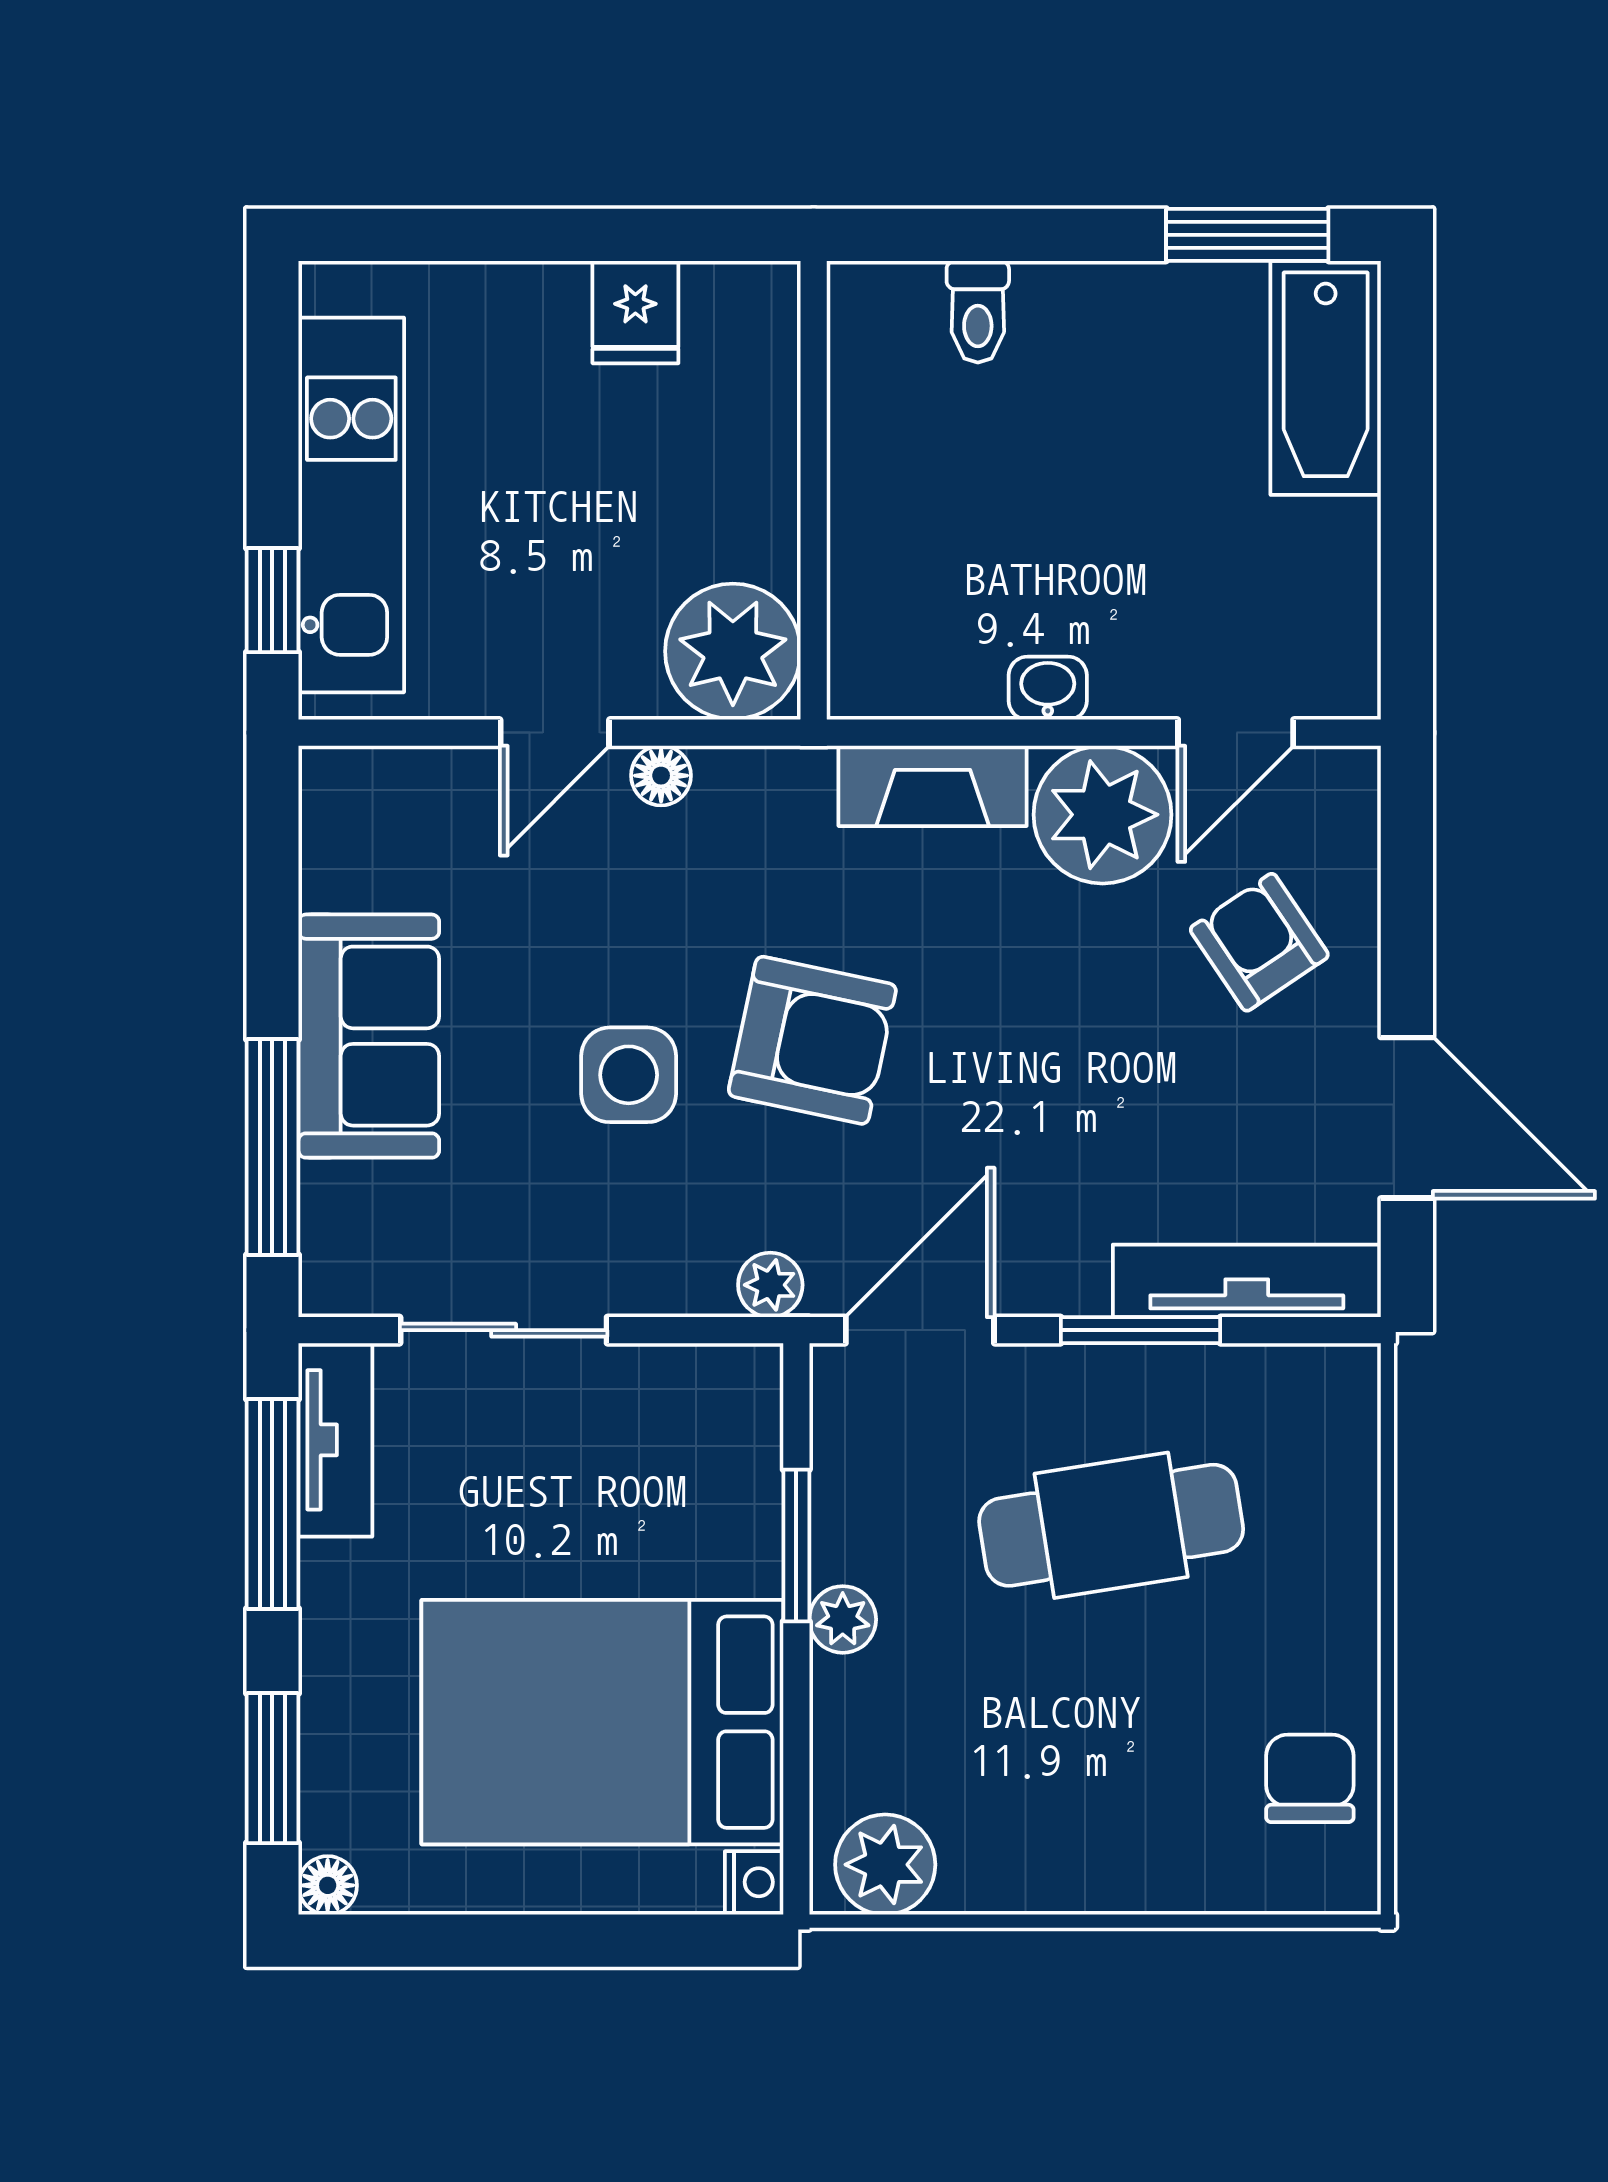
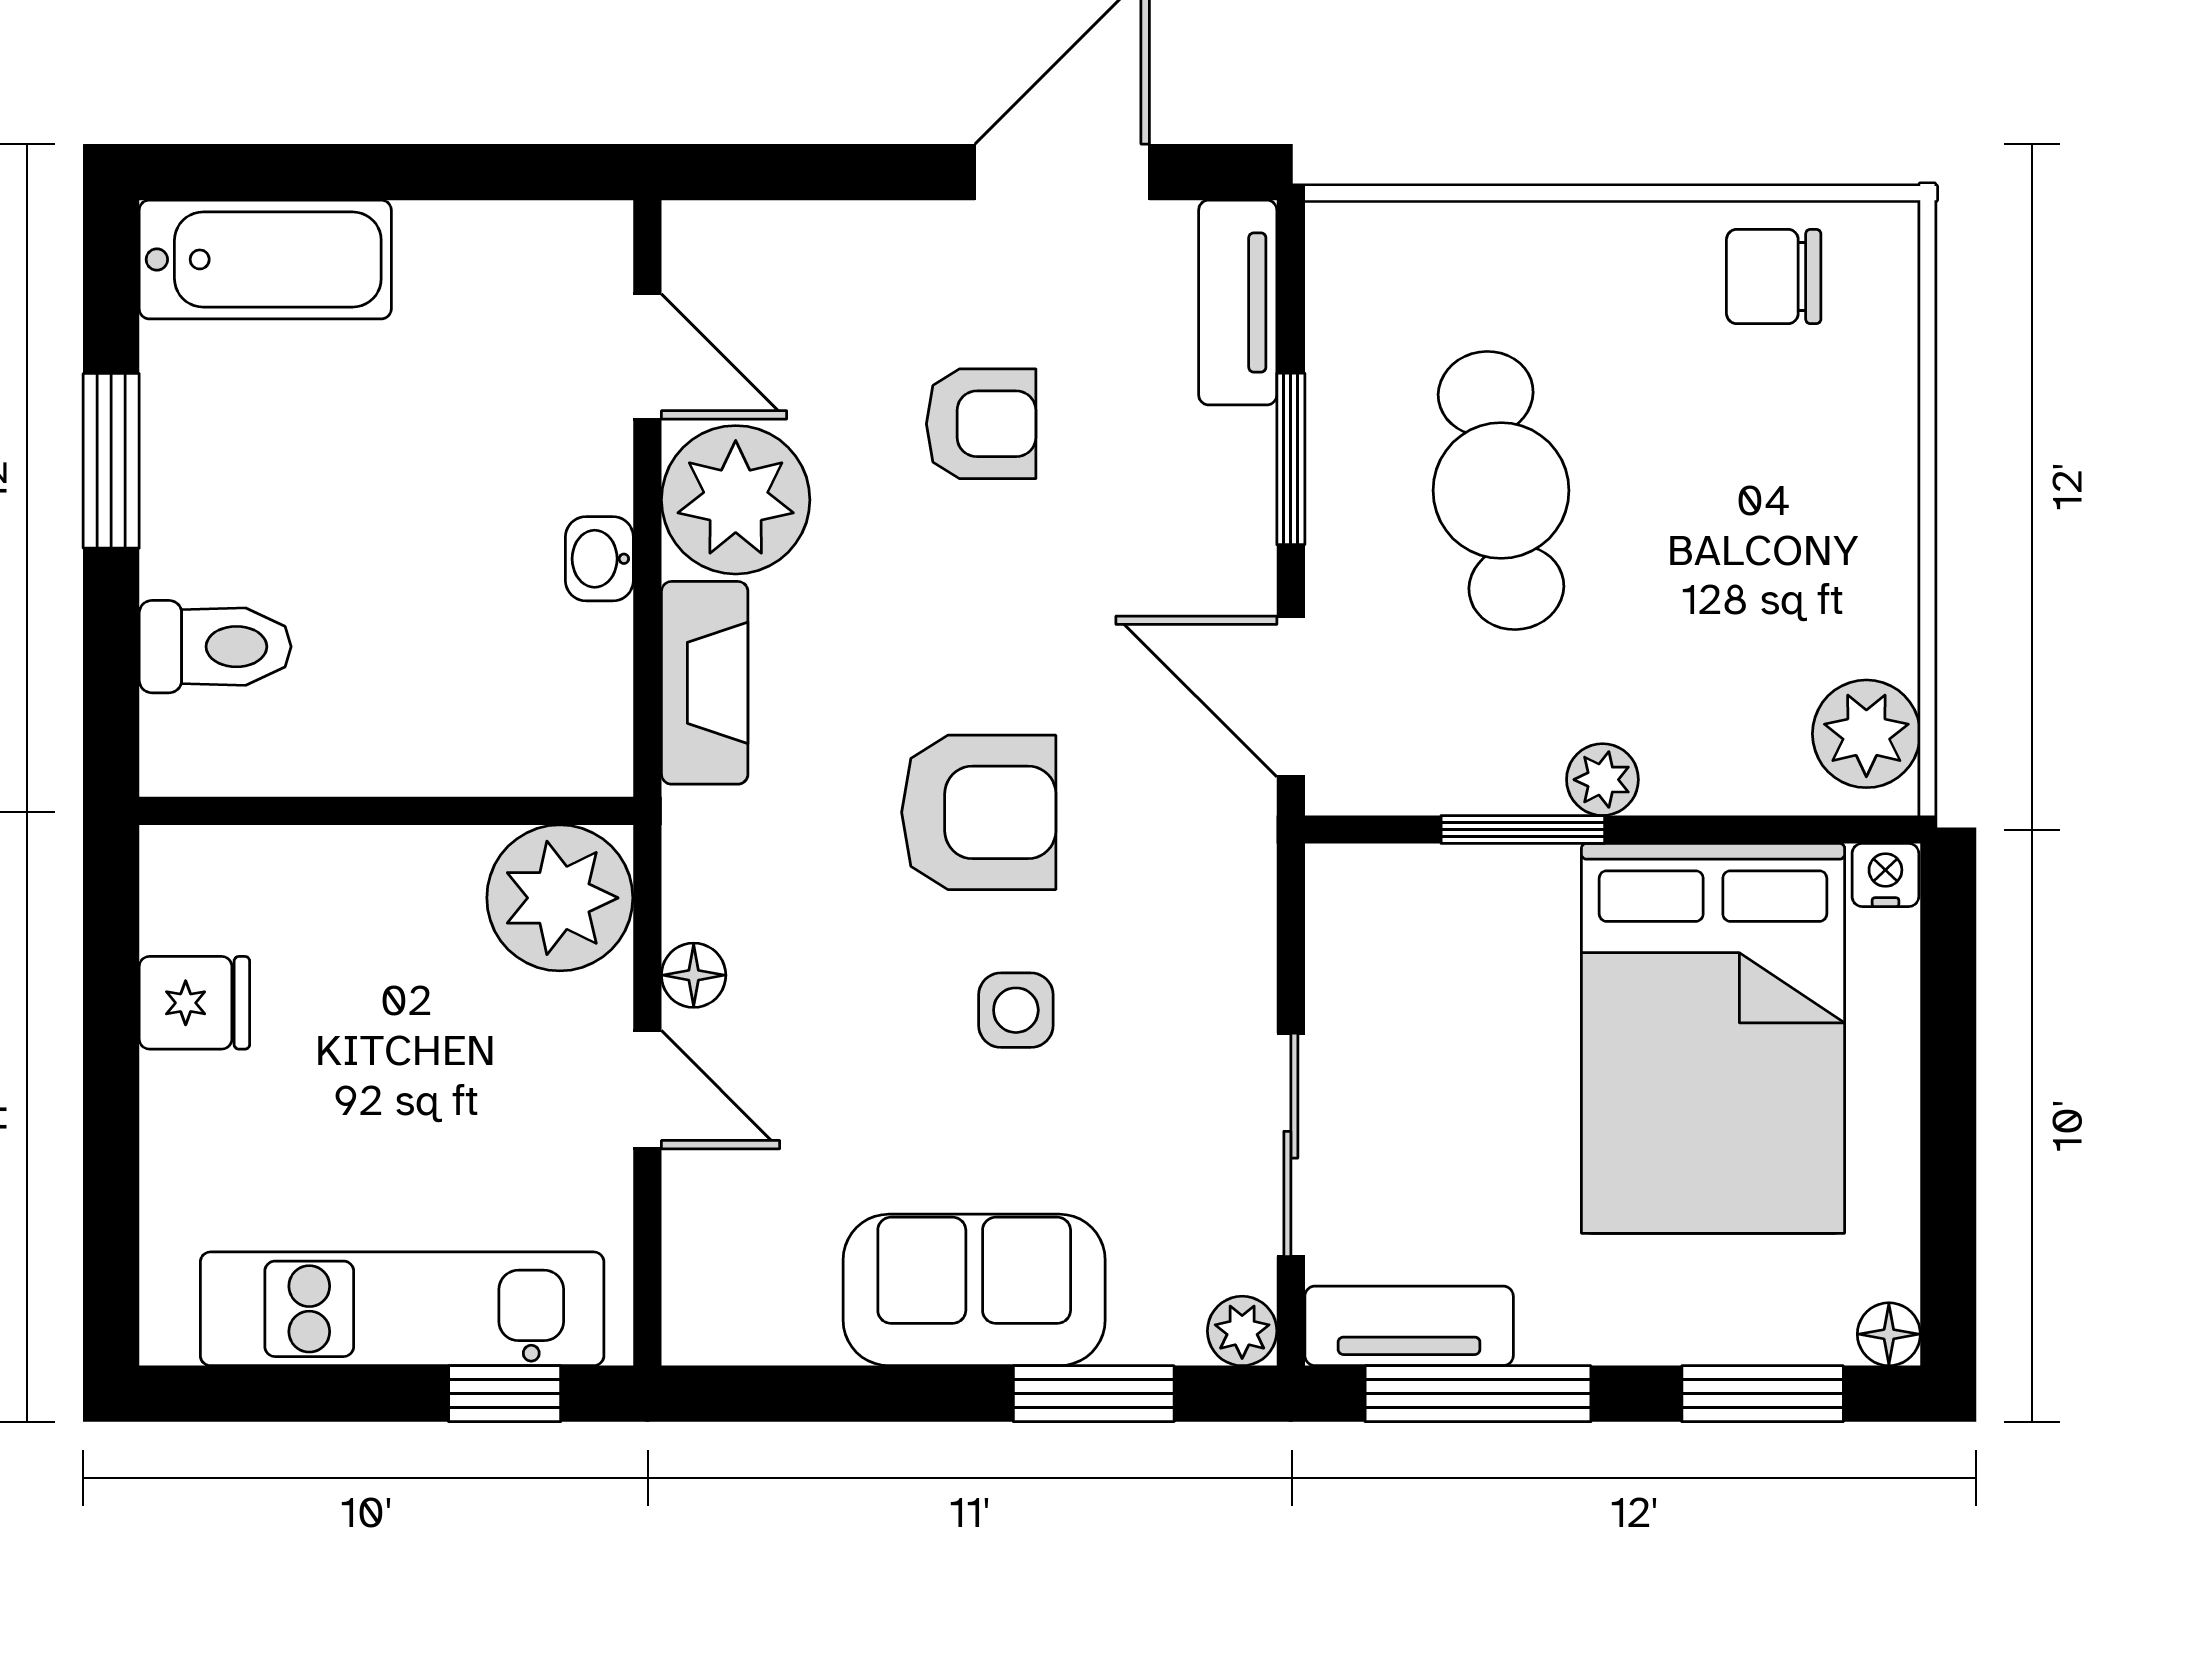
window: (1247, 235) -> (111, 461), moved
toilet: (978, 312) -> (215, 647), width x1.37, depth x1.39
armchair: (1259, 942) -> (981, 424), moved, turned -146
armchair: (812, 1040) -> (979, 812), turned 78
side table: (629, 1075) -> (1016, 1010), width x0.73, depth x0.73
window: (272, 1147) -> (1094, 1394), width x0.69
tv unit: (1247, 1281) -> (1238, 302), width x0.71
plant: (770, 1285) -> (1242, 1331), moved

